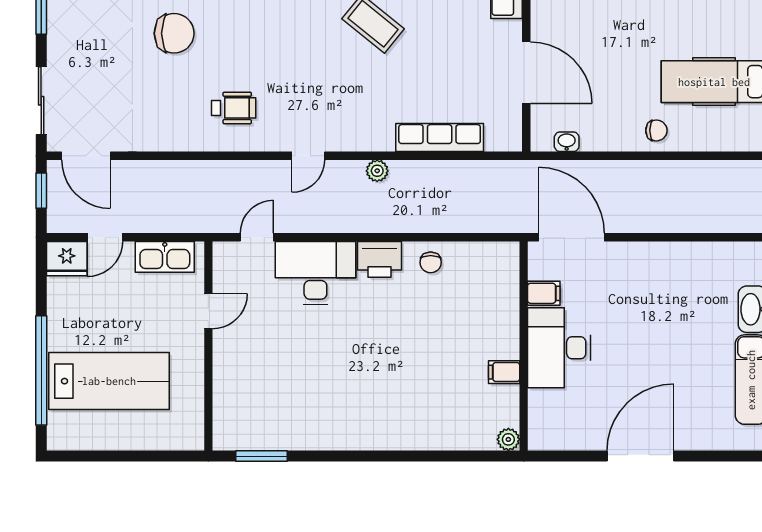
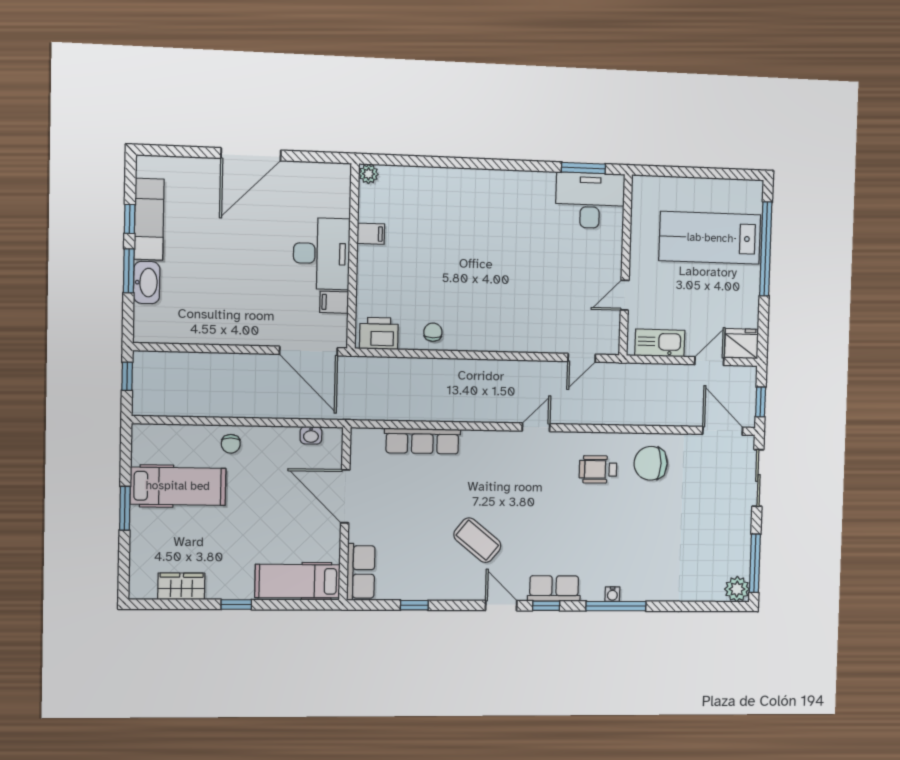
chair: (174, 33) -> (651, 463), moved
chair: (656, 130) -> (231, 444), turned -90
plant: (377, 171) -> (477, 413), removed
printer: (379, 259) -> (379, 333), moved
desk: (315, 273) -> (590, 200), moved, turned 180

